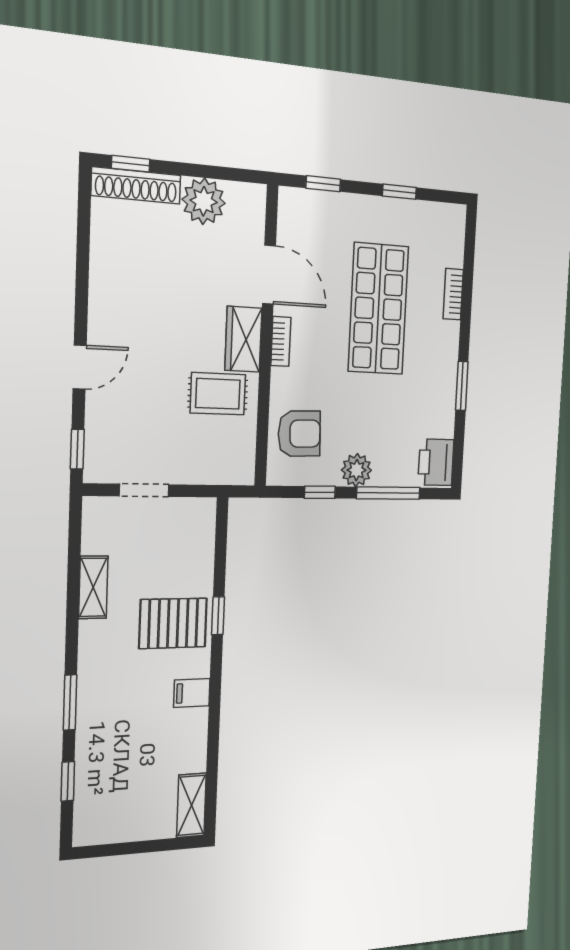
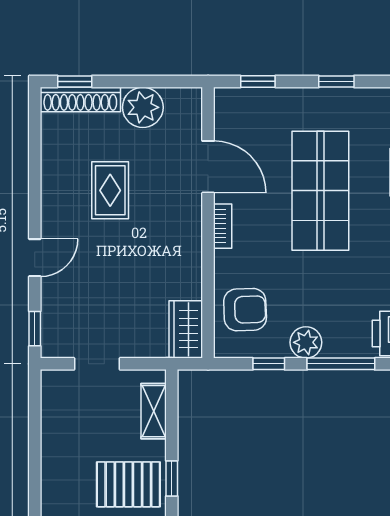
wardrobe: (243, 339) -> (186, 329), moved
rug: (218, 394) -> (110, 190), moved, turned 90
shelving: (93, 587) -> (154, 411), moved

